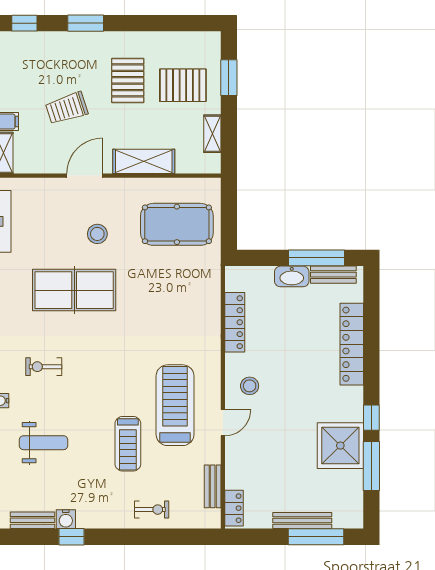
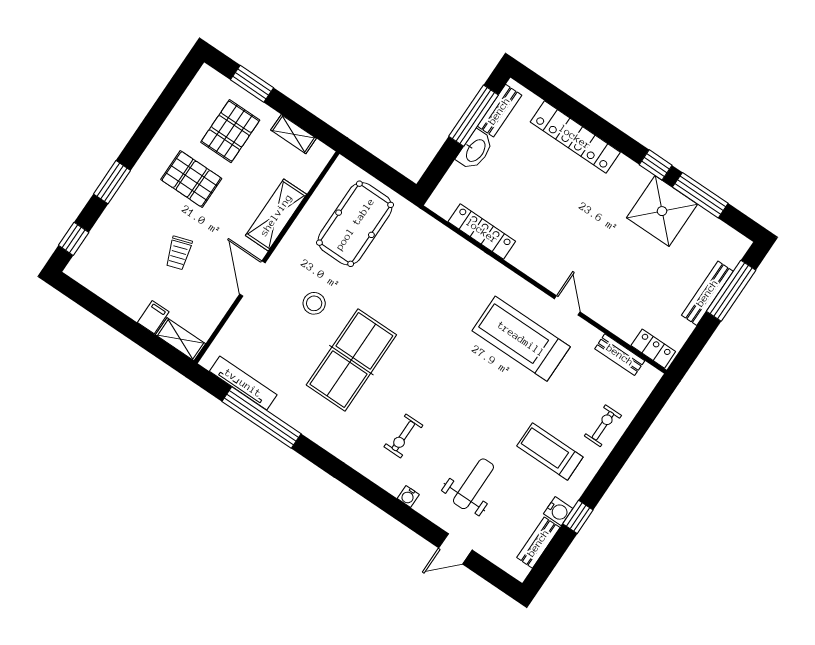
trolley: (67, 108) -> (179, 253), width x0.73, depth x0.72
stool: (250, 386) -> (550, 258), removed
treadmill: (128, 444) -> (550, 451), moved, turned 180

